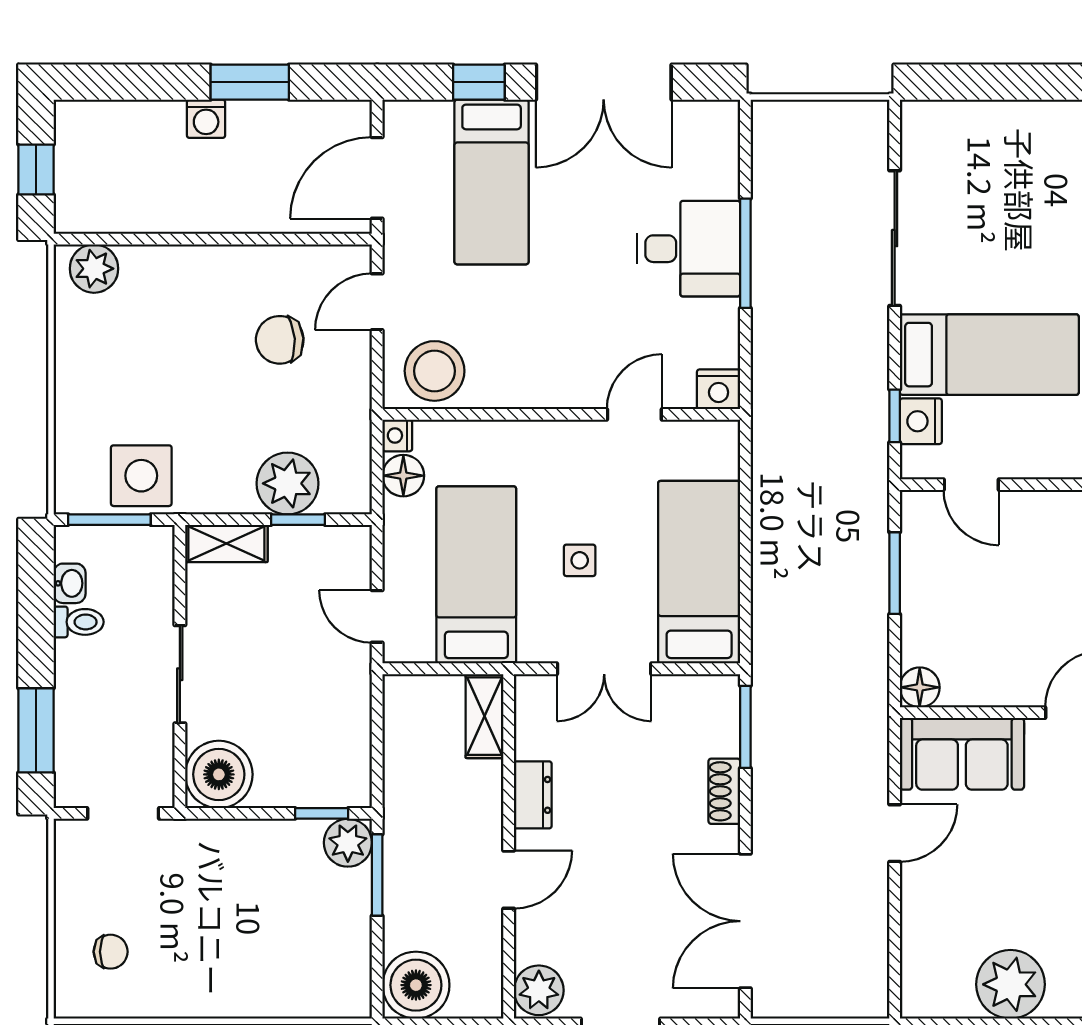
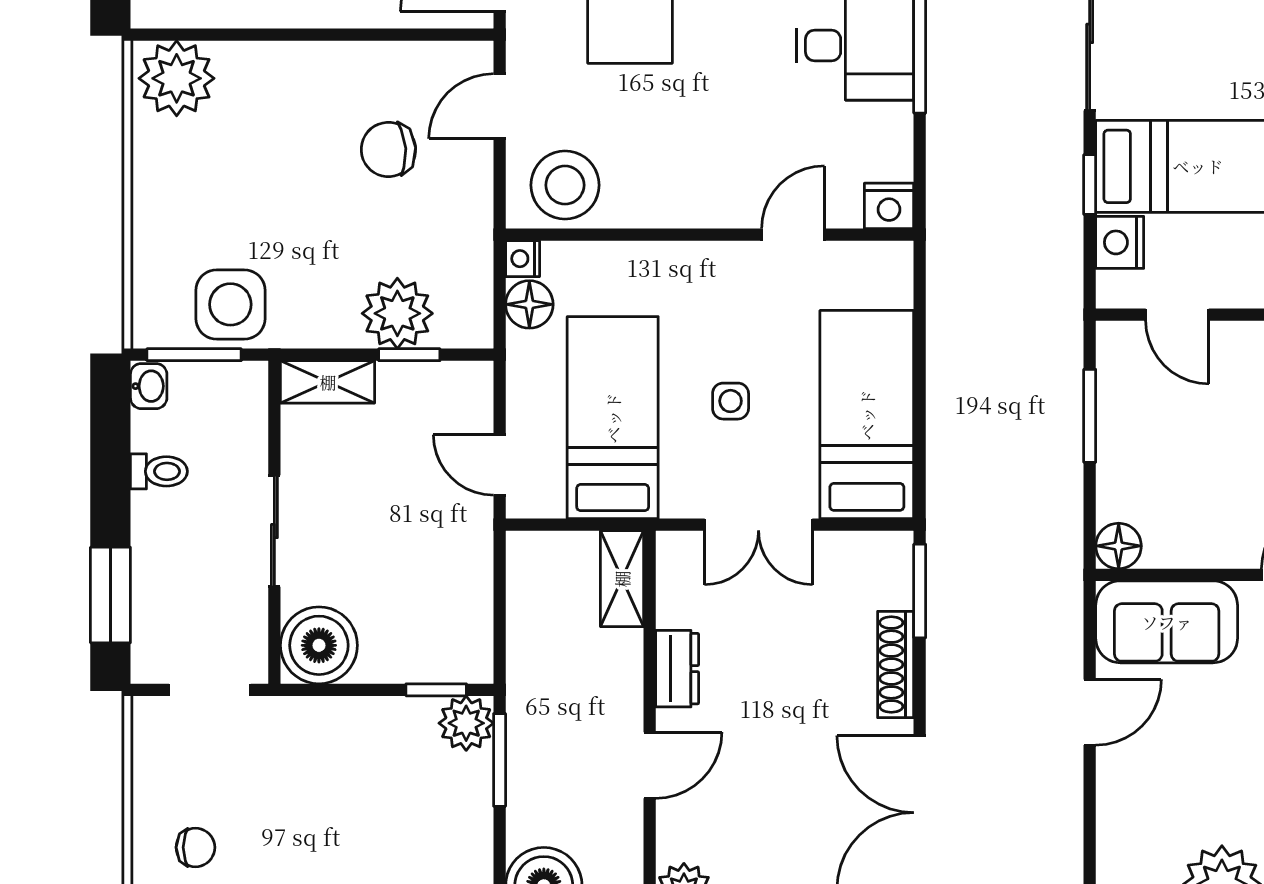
plant: (94, 269) -> (177, 78), width x1.36, depth x1.36
window: (895, 416) -> (1090, 185), moved
washbasin: (70, 583) -> (149, 386), moved
shoe rack: (724, 791) -> (896, 664), width x1.43

